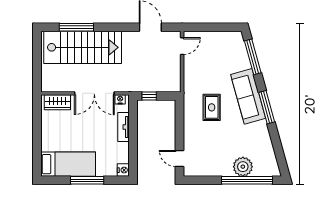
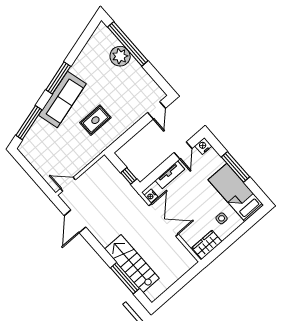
stairs: (83, 47) -> (132, 264), width x0.73, depth x0.66
wardrobe: (57, 102) -> (207, 245), moved, turned -90
side table: (58, 137) -> (222, 218), added
door: (133, 152) -> (183, 151), added

